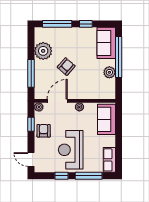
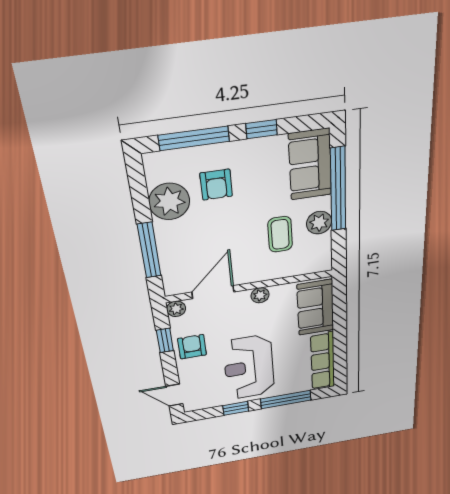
armchair: (66, 67) -> (216, 185), moved, turned 139
coffee table: (91, 75) -> (280, 234), added
row of seats: (109, 160) -> (323, 361), width x1.48

